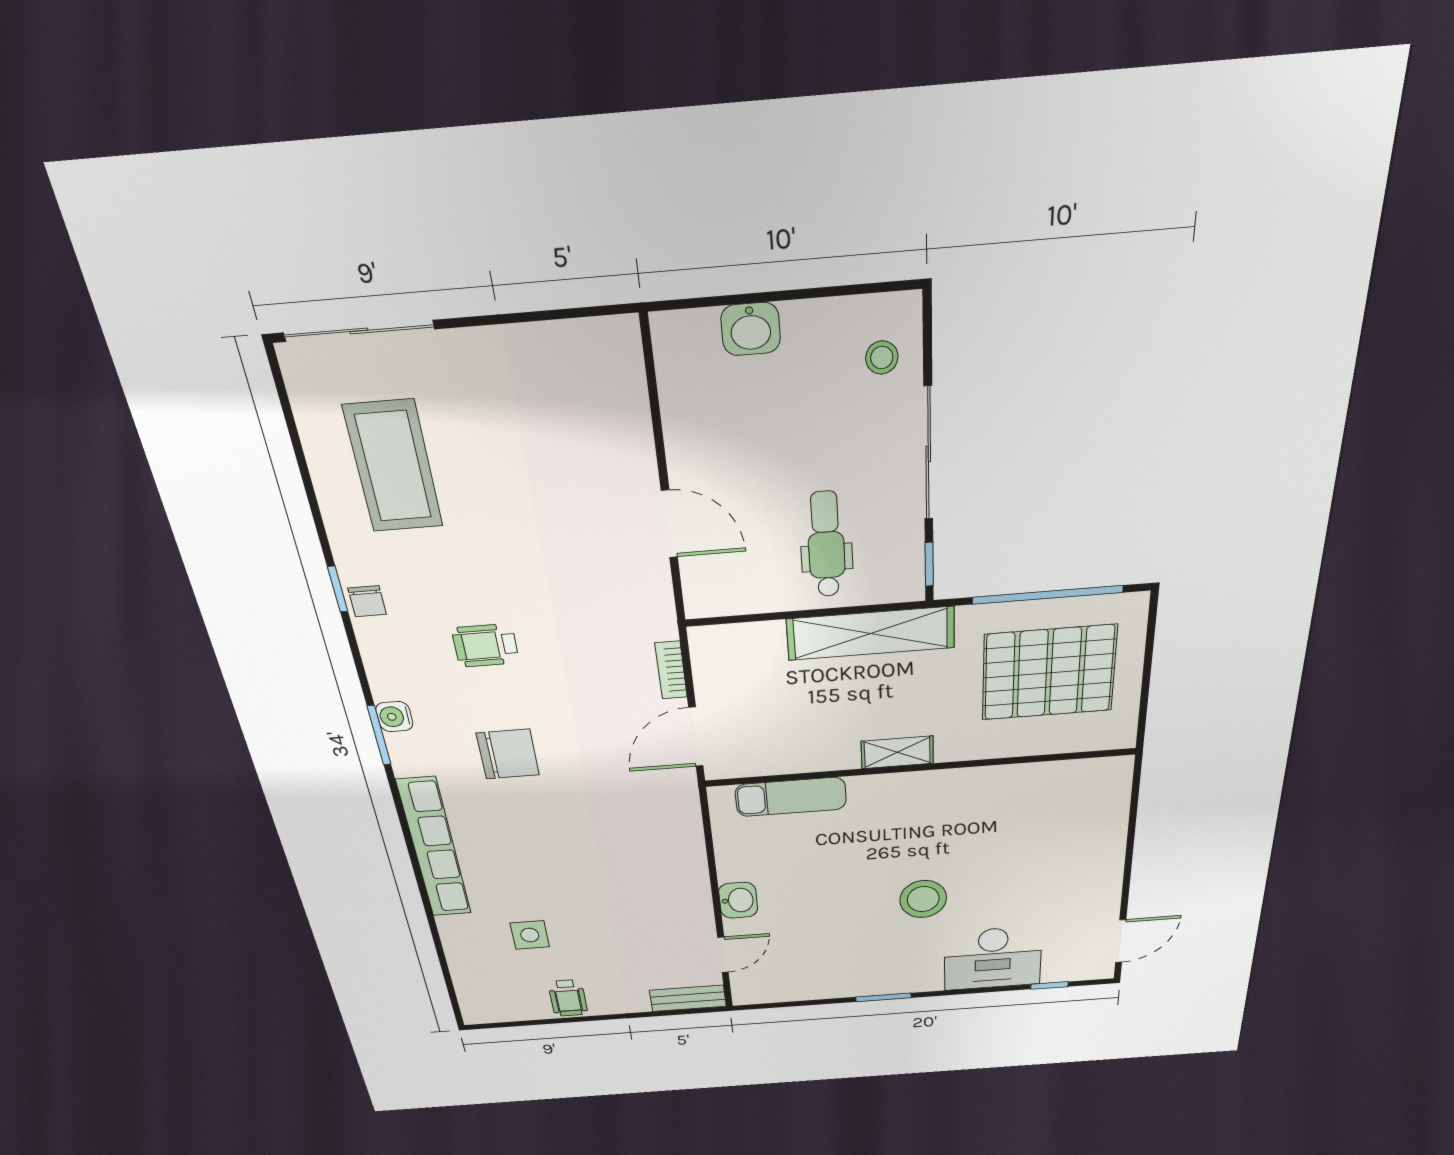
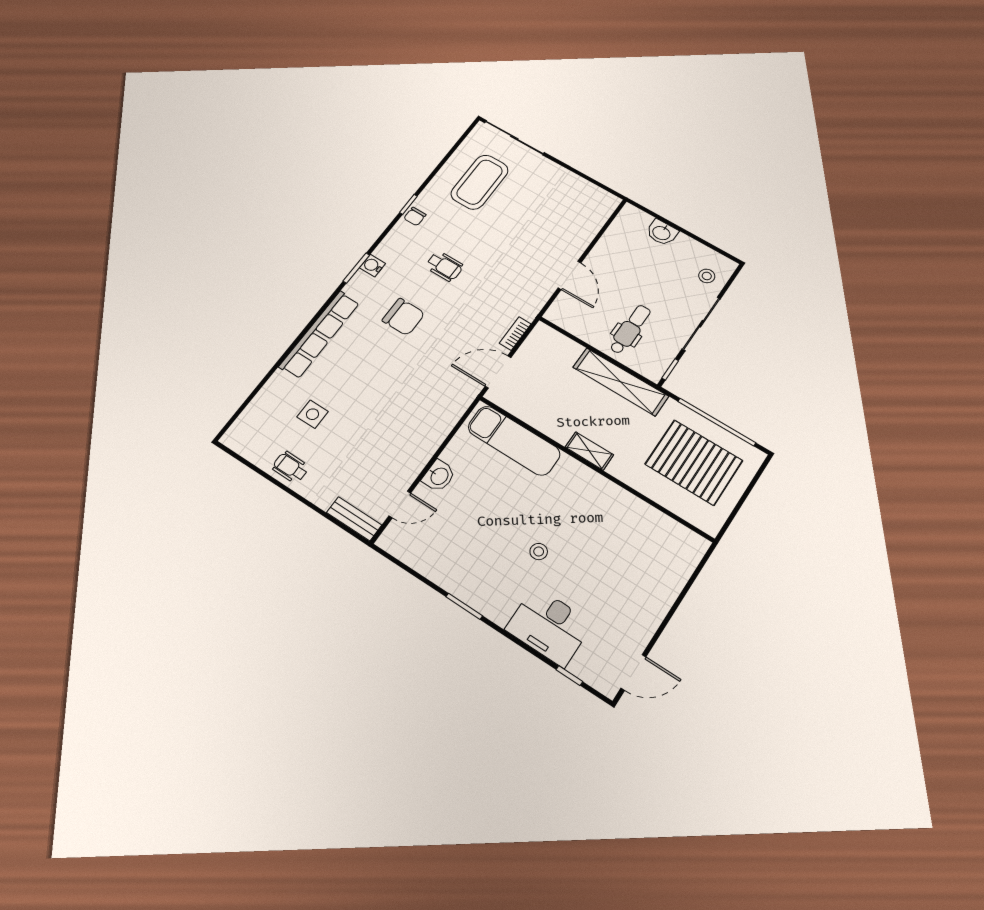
wheelchair: (485, 645) -> (444, 266), turned 180
exam couch: (791, 797) -> (514, 441), width x1.36, depth x1.45
stool: (923, 899) -> (539, 552), width x0.53, depth x0.53
wheelchair: (568, 998) -> (291, 467), turned 90

